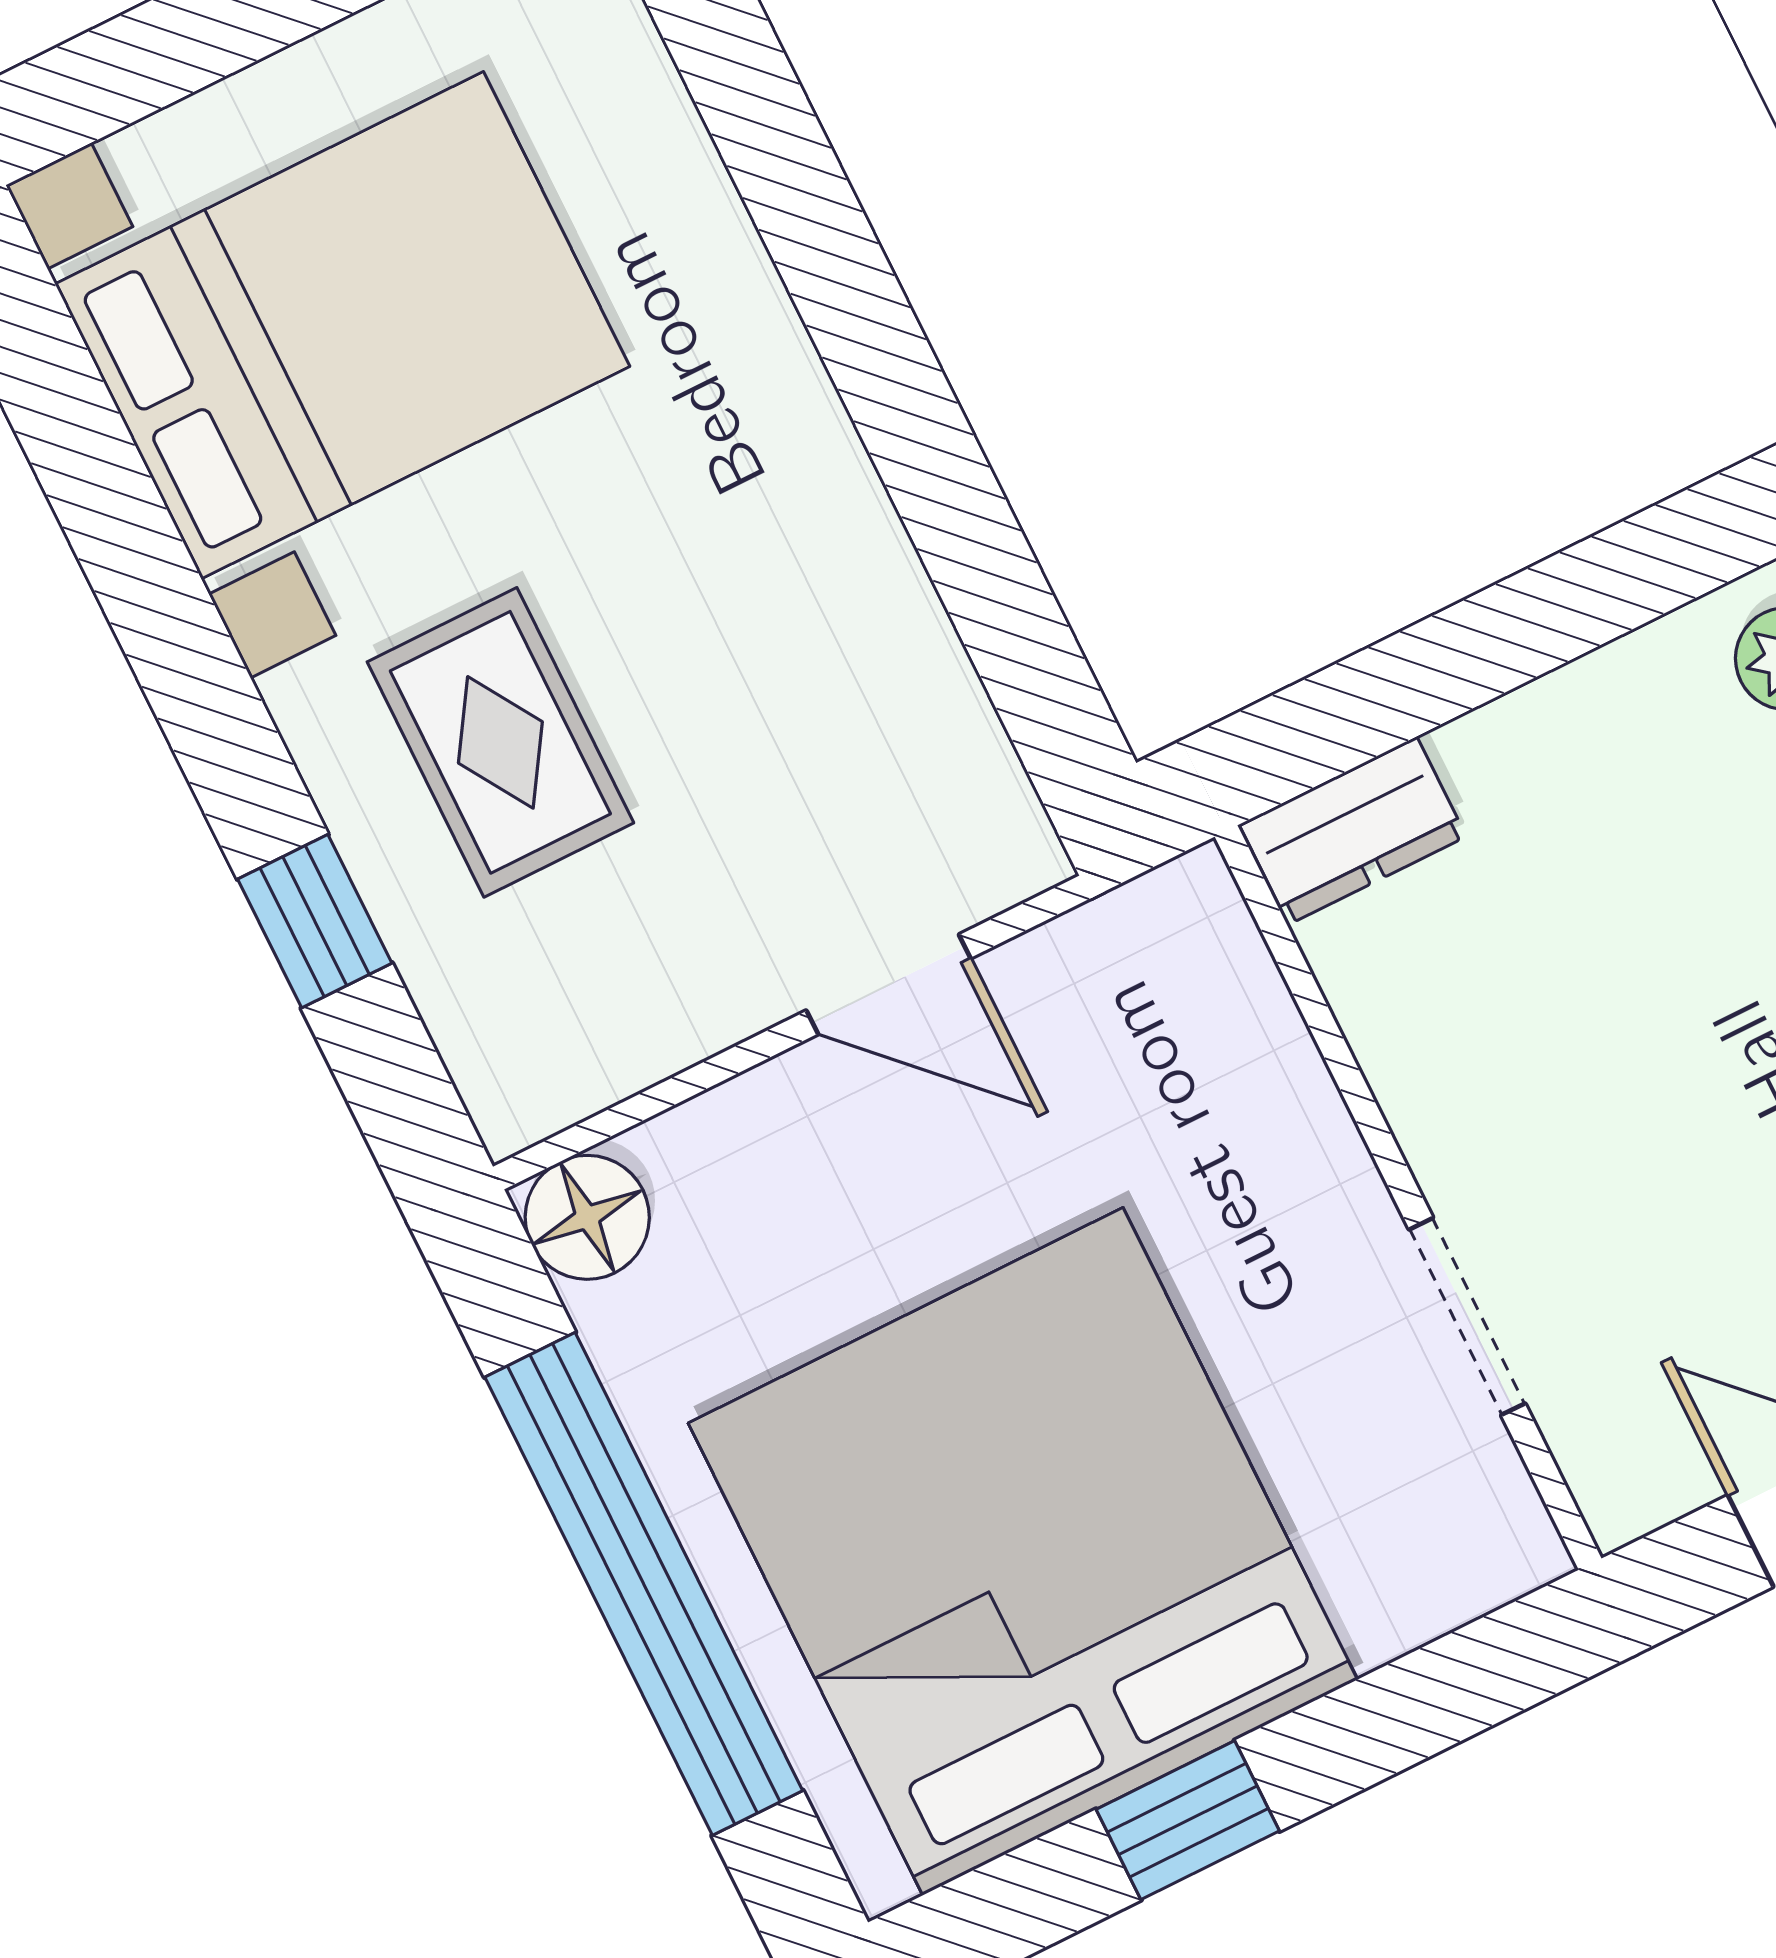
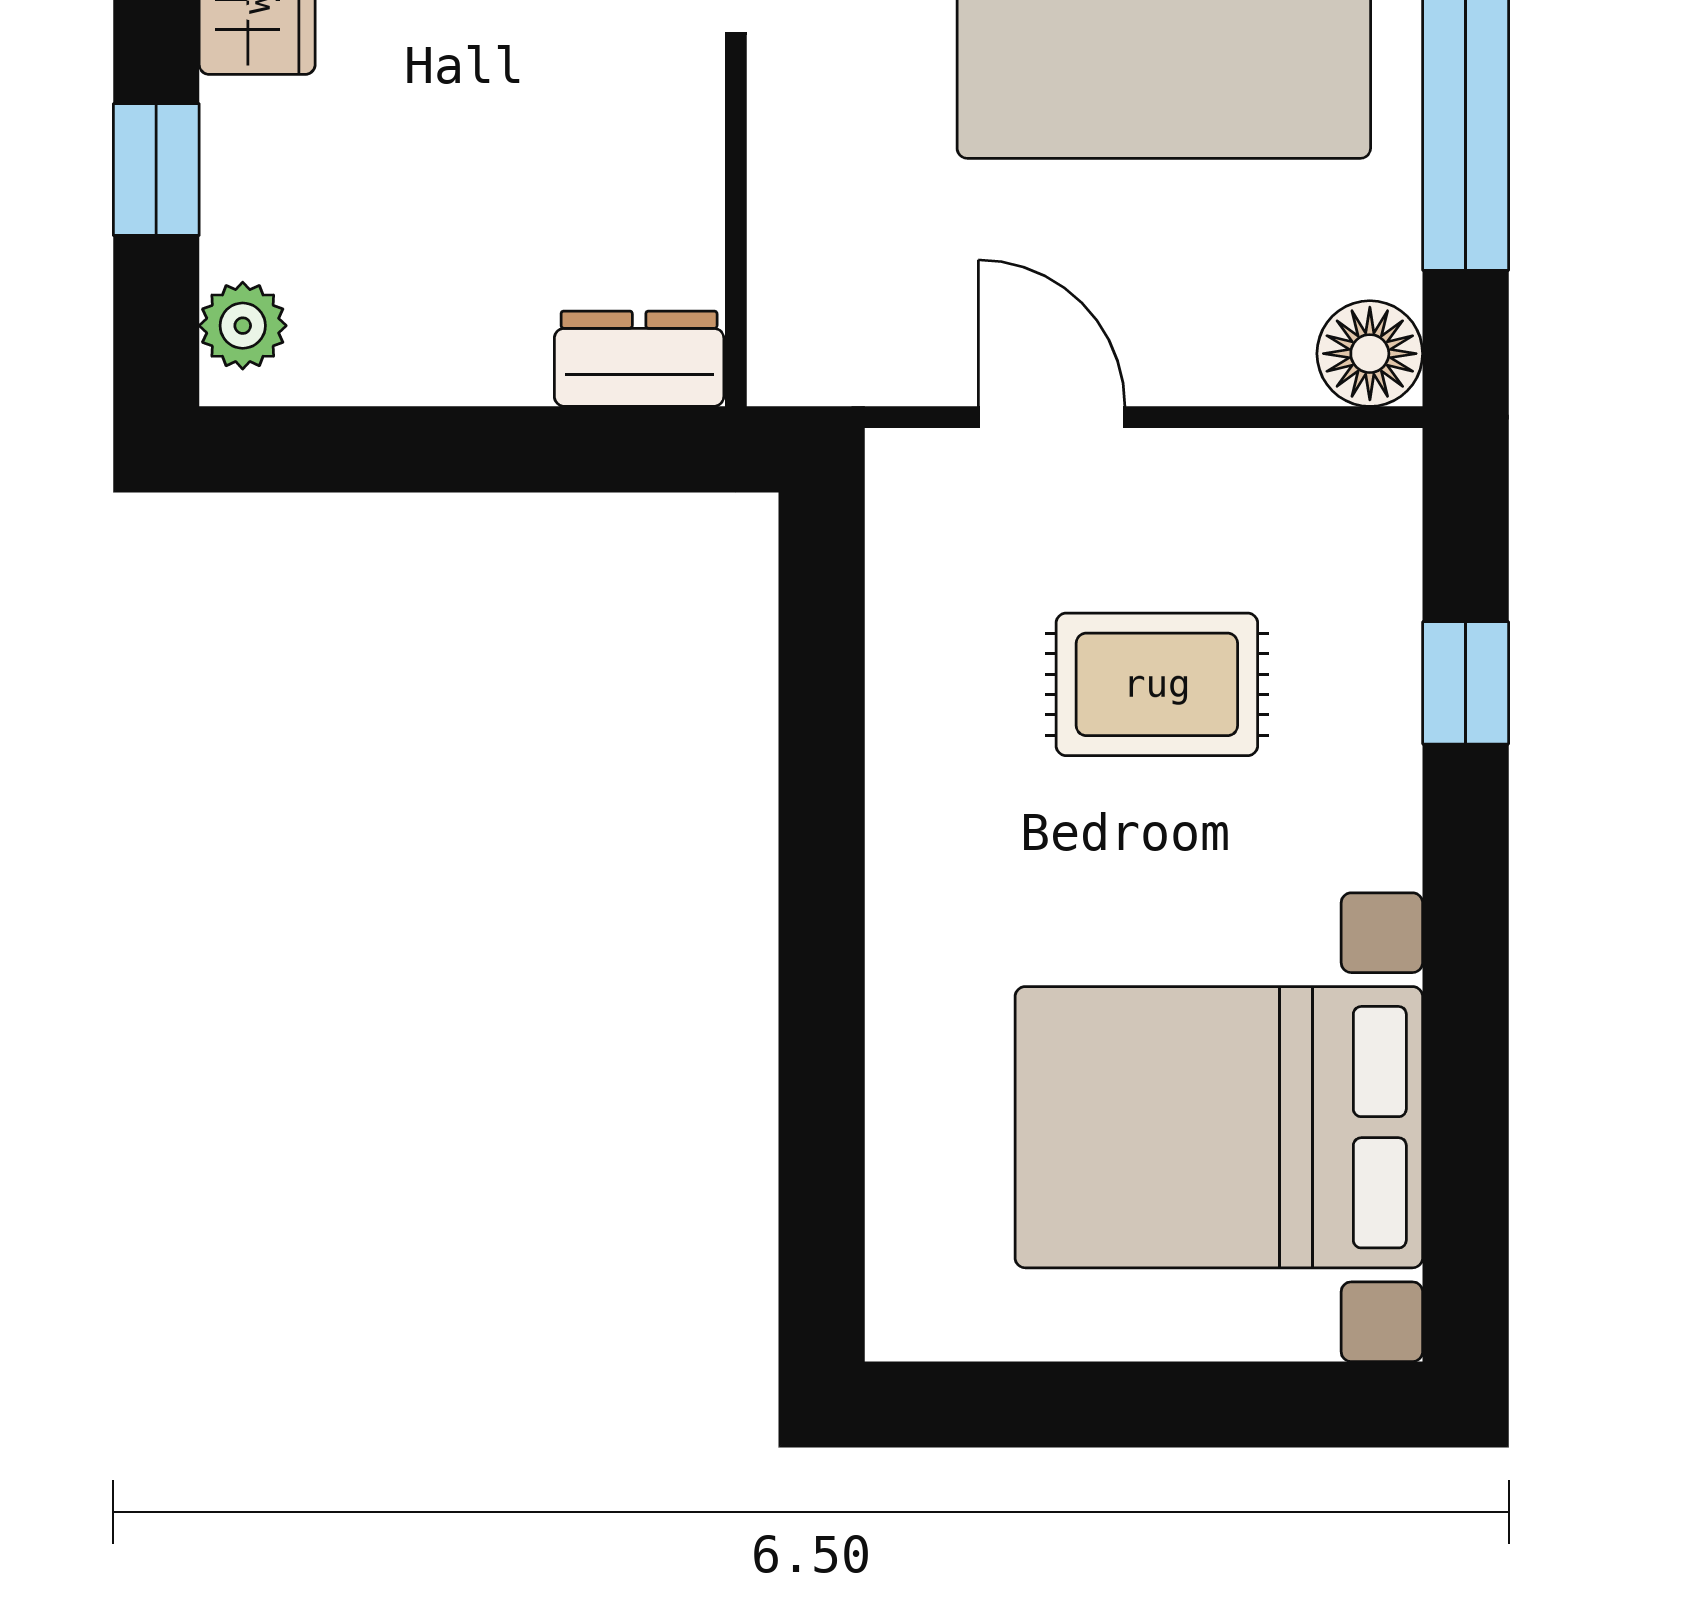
rug: (500, 742) -> (1157, 684), moved, turned 90

